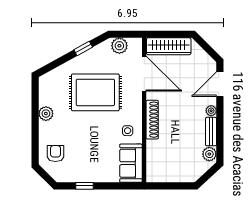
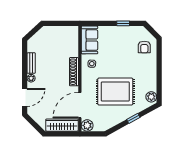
plant: (119, 46) -> (87, 125), moved
window: (83, 48) -> (133, 118), moved
door: (144, 74) -> (80, 105), hinge flipped
plant: (46, 114) -> (151, 97), moved
plant: (209, 154) -> (32, 47), removed

